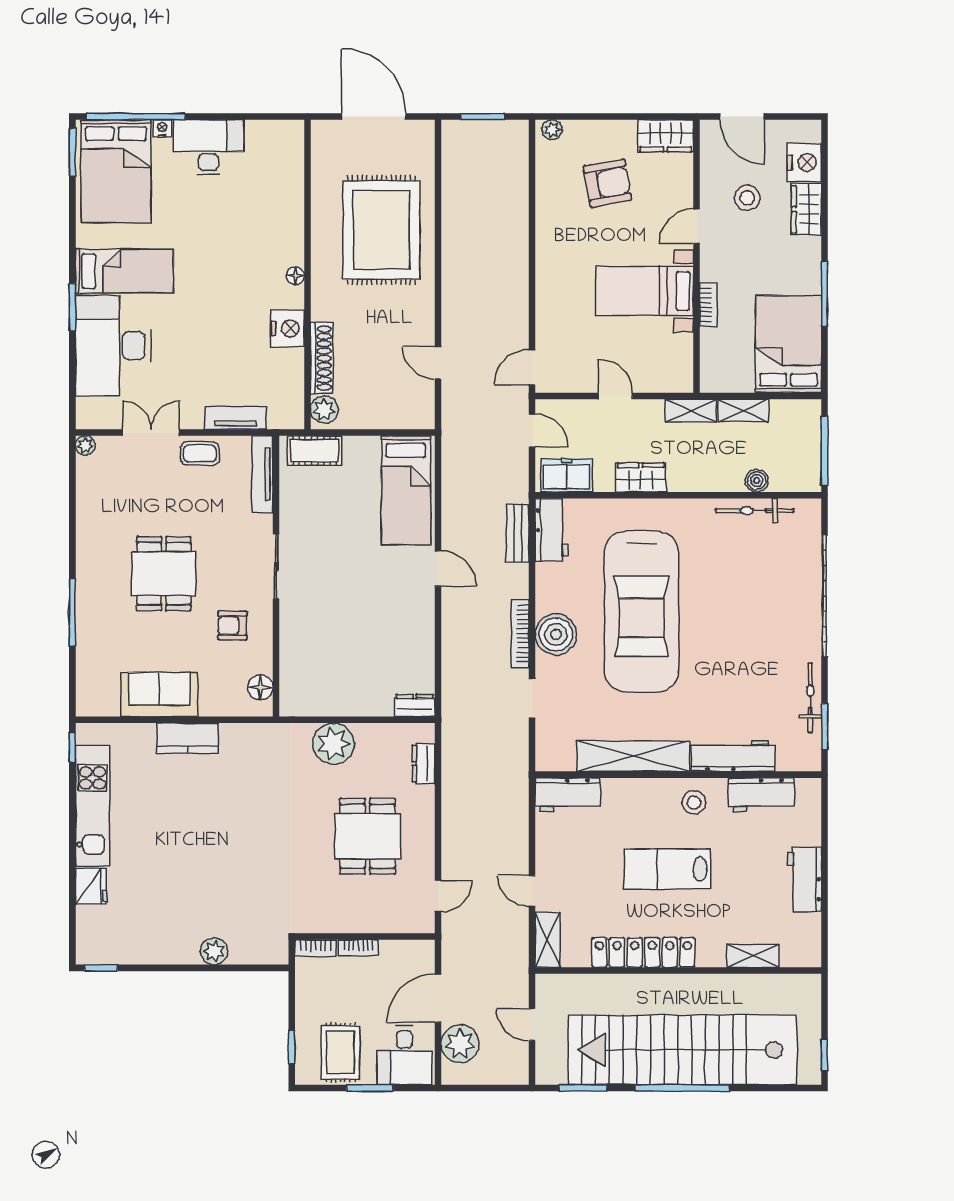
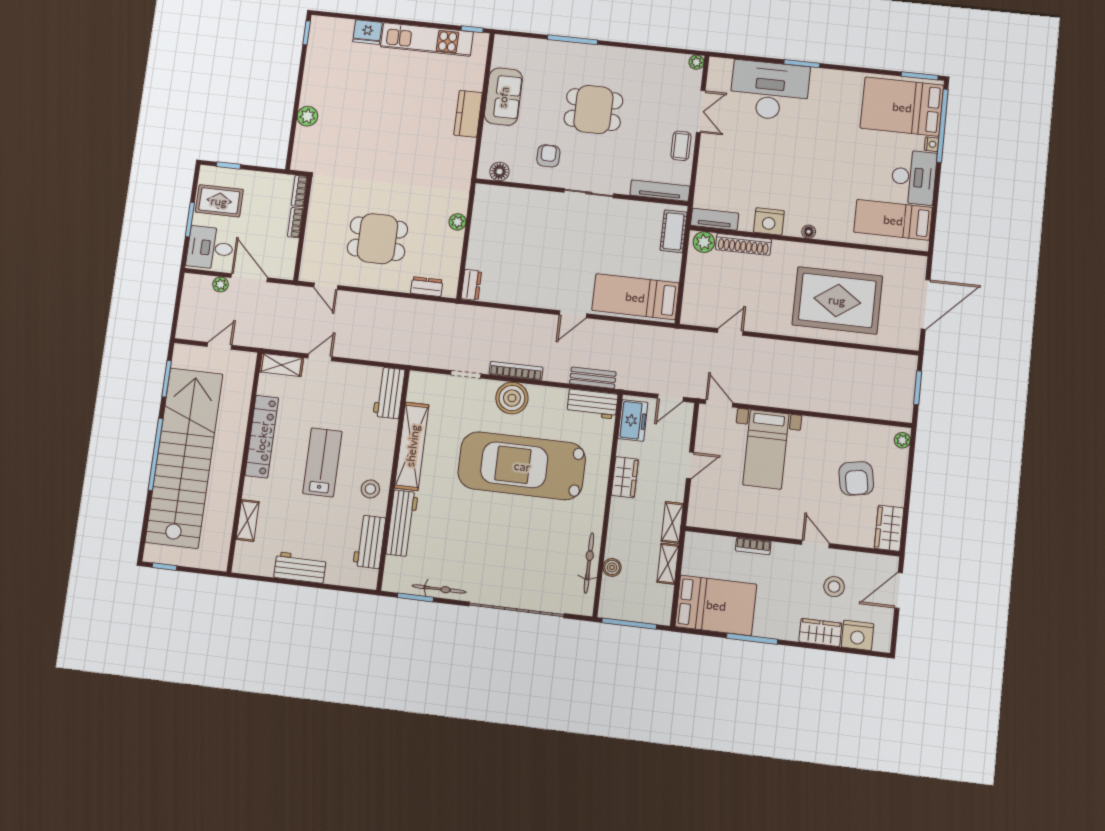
bed: (124, 271) -> (893, 220), moved, turned 90
bed with nightstands: (645, 291) -> (766, 449), moved, turned 180
tv unit: (236, 418) -> (715, 219), moved, turned -90
plant: (334, 744) -> (458, 222), width x0.53, depth x0.53
plant: (460, 1044) -> (220, 284), width x0.53, depth x0.53

